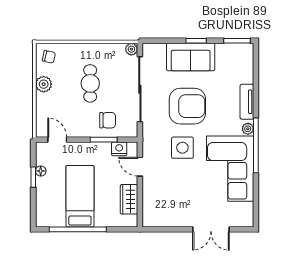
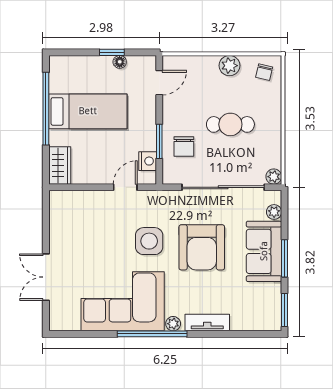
window: (196, 41) -> (284, 258), width x1.50
plant: (159, 49) -> (274, 212), added
wardrobe: (129, 199) -> (60, 166), moved, turned 90

